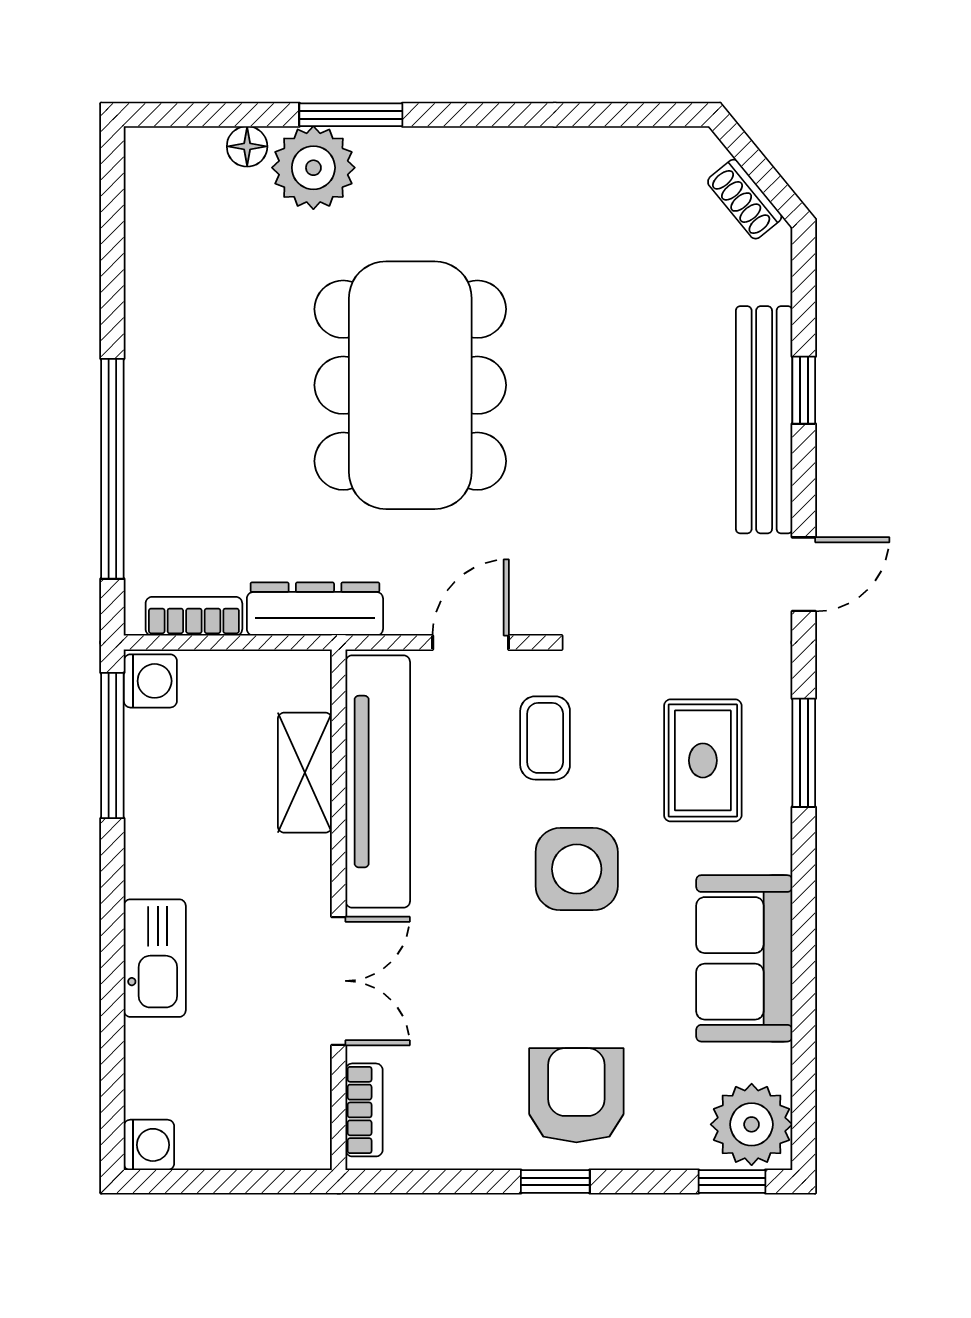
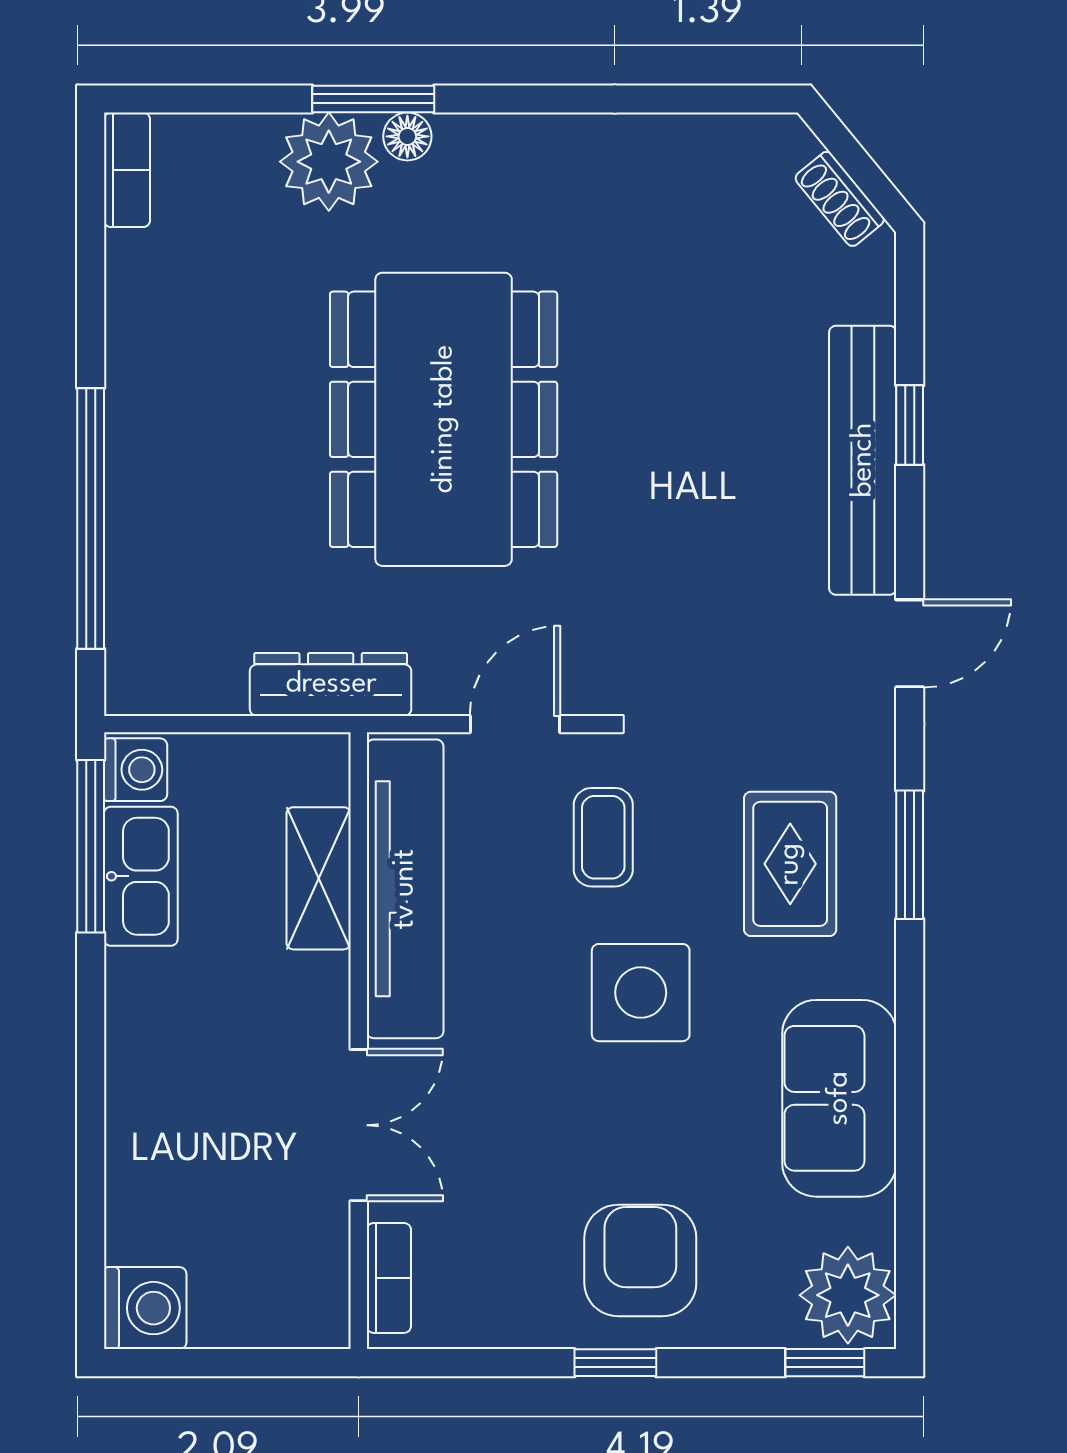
floor lamp: (247, 146) -> (407, 136), moved
bookcase: (194, 616) -> (127, 170), moved, turned 90
kitchen sink: (155, 958) -> (141, 876), moved
washing machine: (149, 1145) -> (145, 1308), width x1.38, depth x1.38

